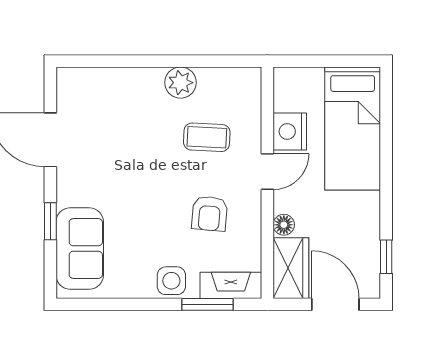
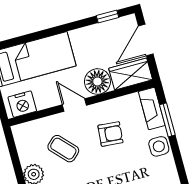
nightstand: (290, 131) -> (22, 104), moved
coffee table: (207, 137) -> (63, 149), turned -46
floor lamp: (284, 225) -> (97, 82), width x1.89, depth x1.89

